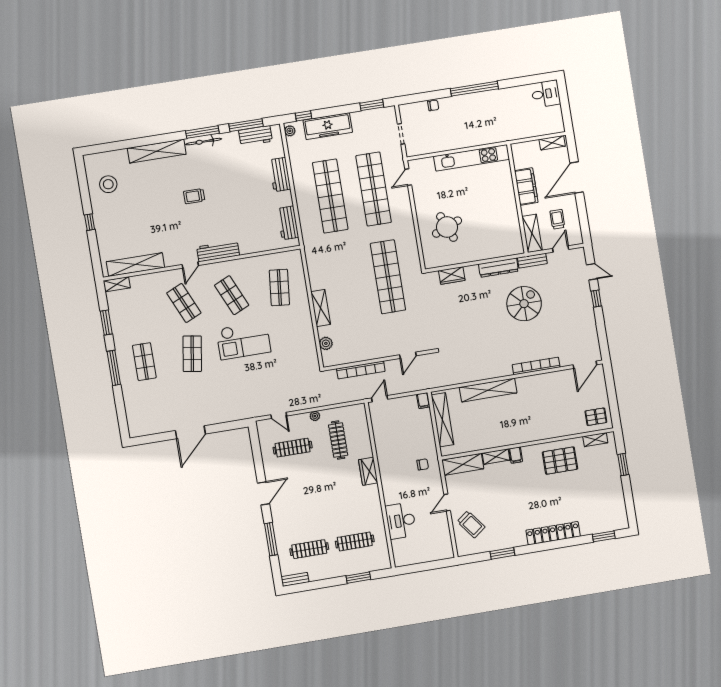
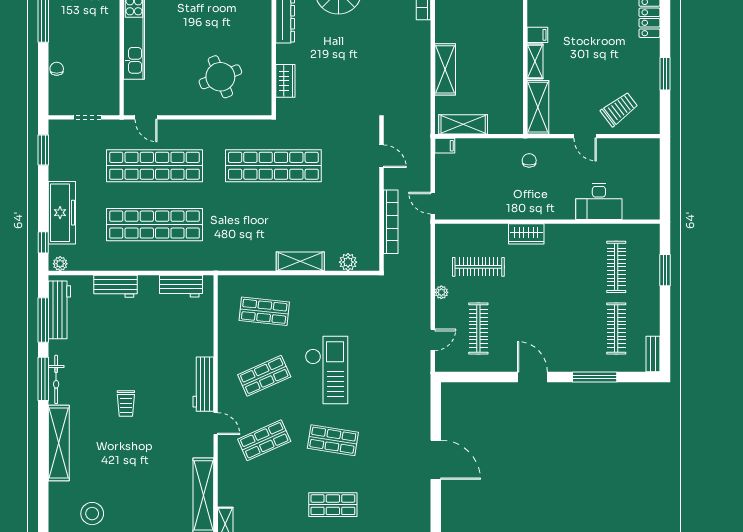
workbench: (255, 136) -> (59, 310), width x1.38
shelving: (488, 390) -> (445, 69), width x0.68
shelving: (442, 420) -> (463, 124), width x0.68

